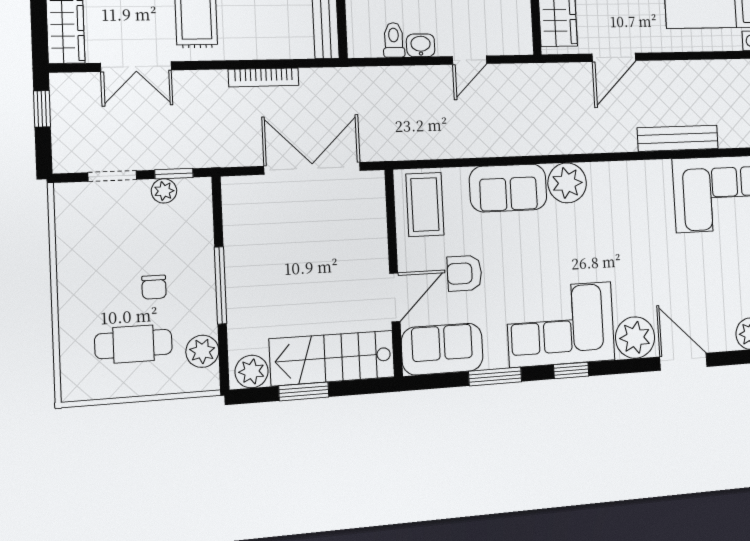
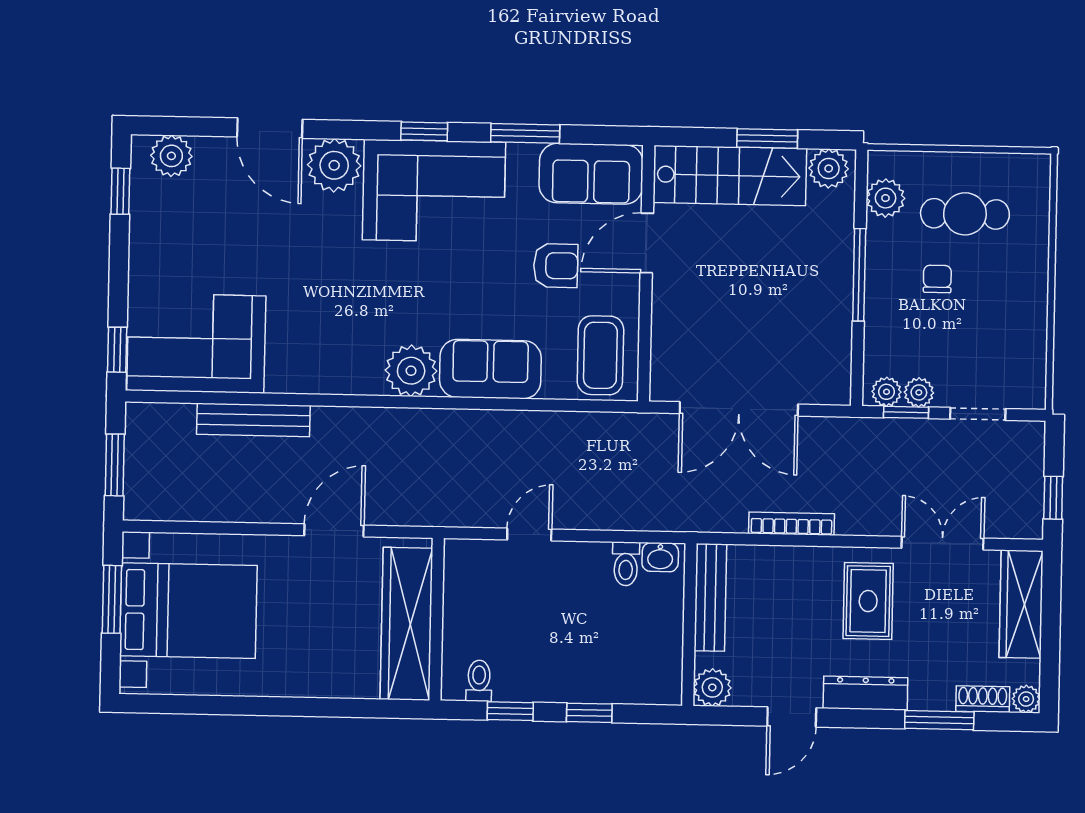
washbasin: (421, 45) -> (660, 557), moved
plant: (191, 190) -> (887, 392), added

